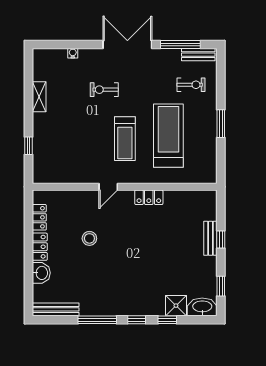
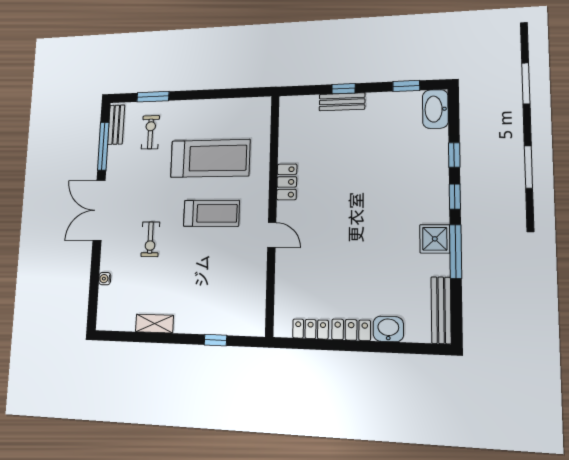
window: (221, 124) -> (153, 97), moved
treadmill: (168, 136) -> (210, 158), turned 180
stool: (89, 238) -> (340, 261), removed
shower: (176, 306) -> (435, 239), moved

